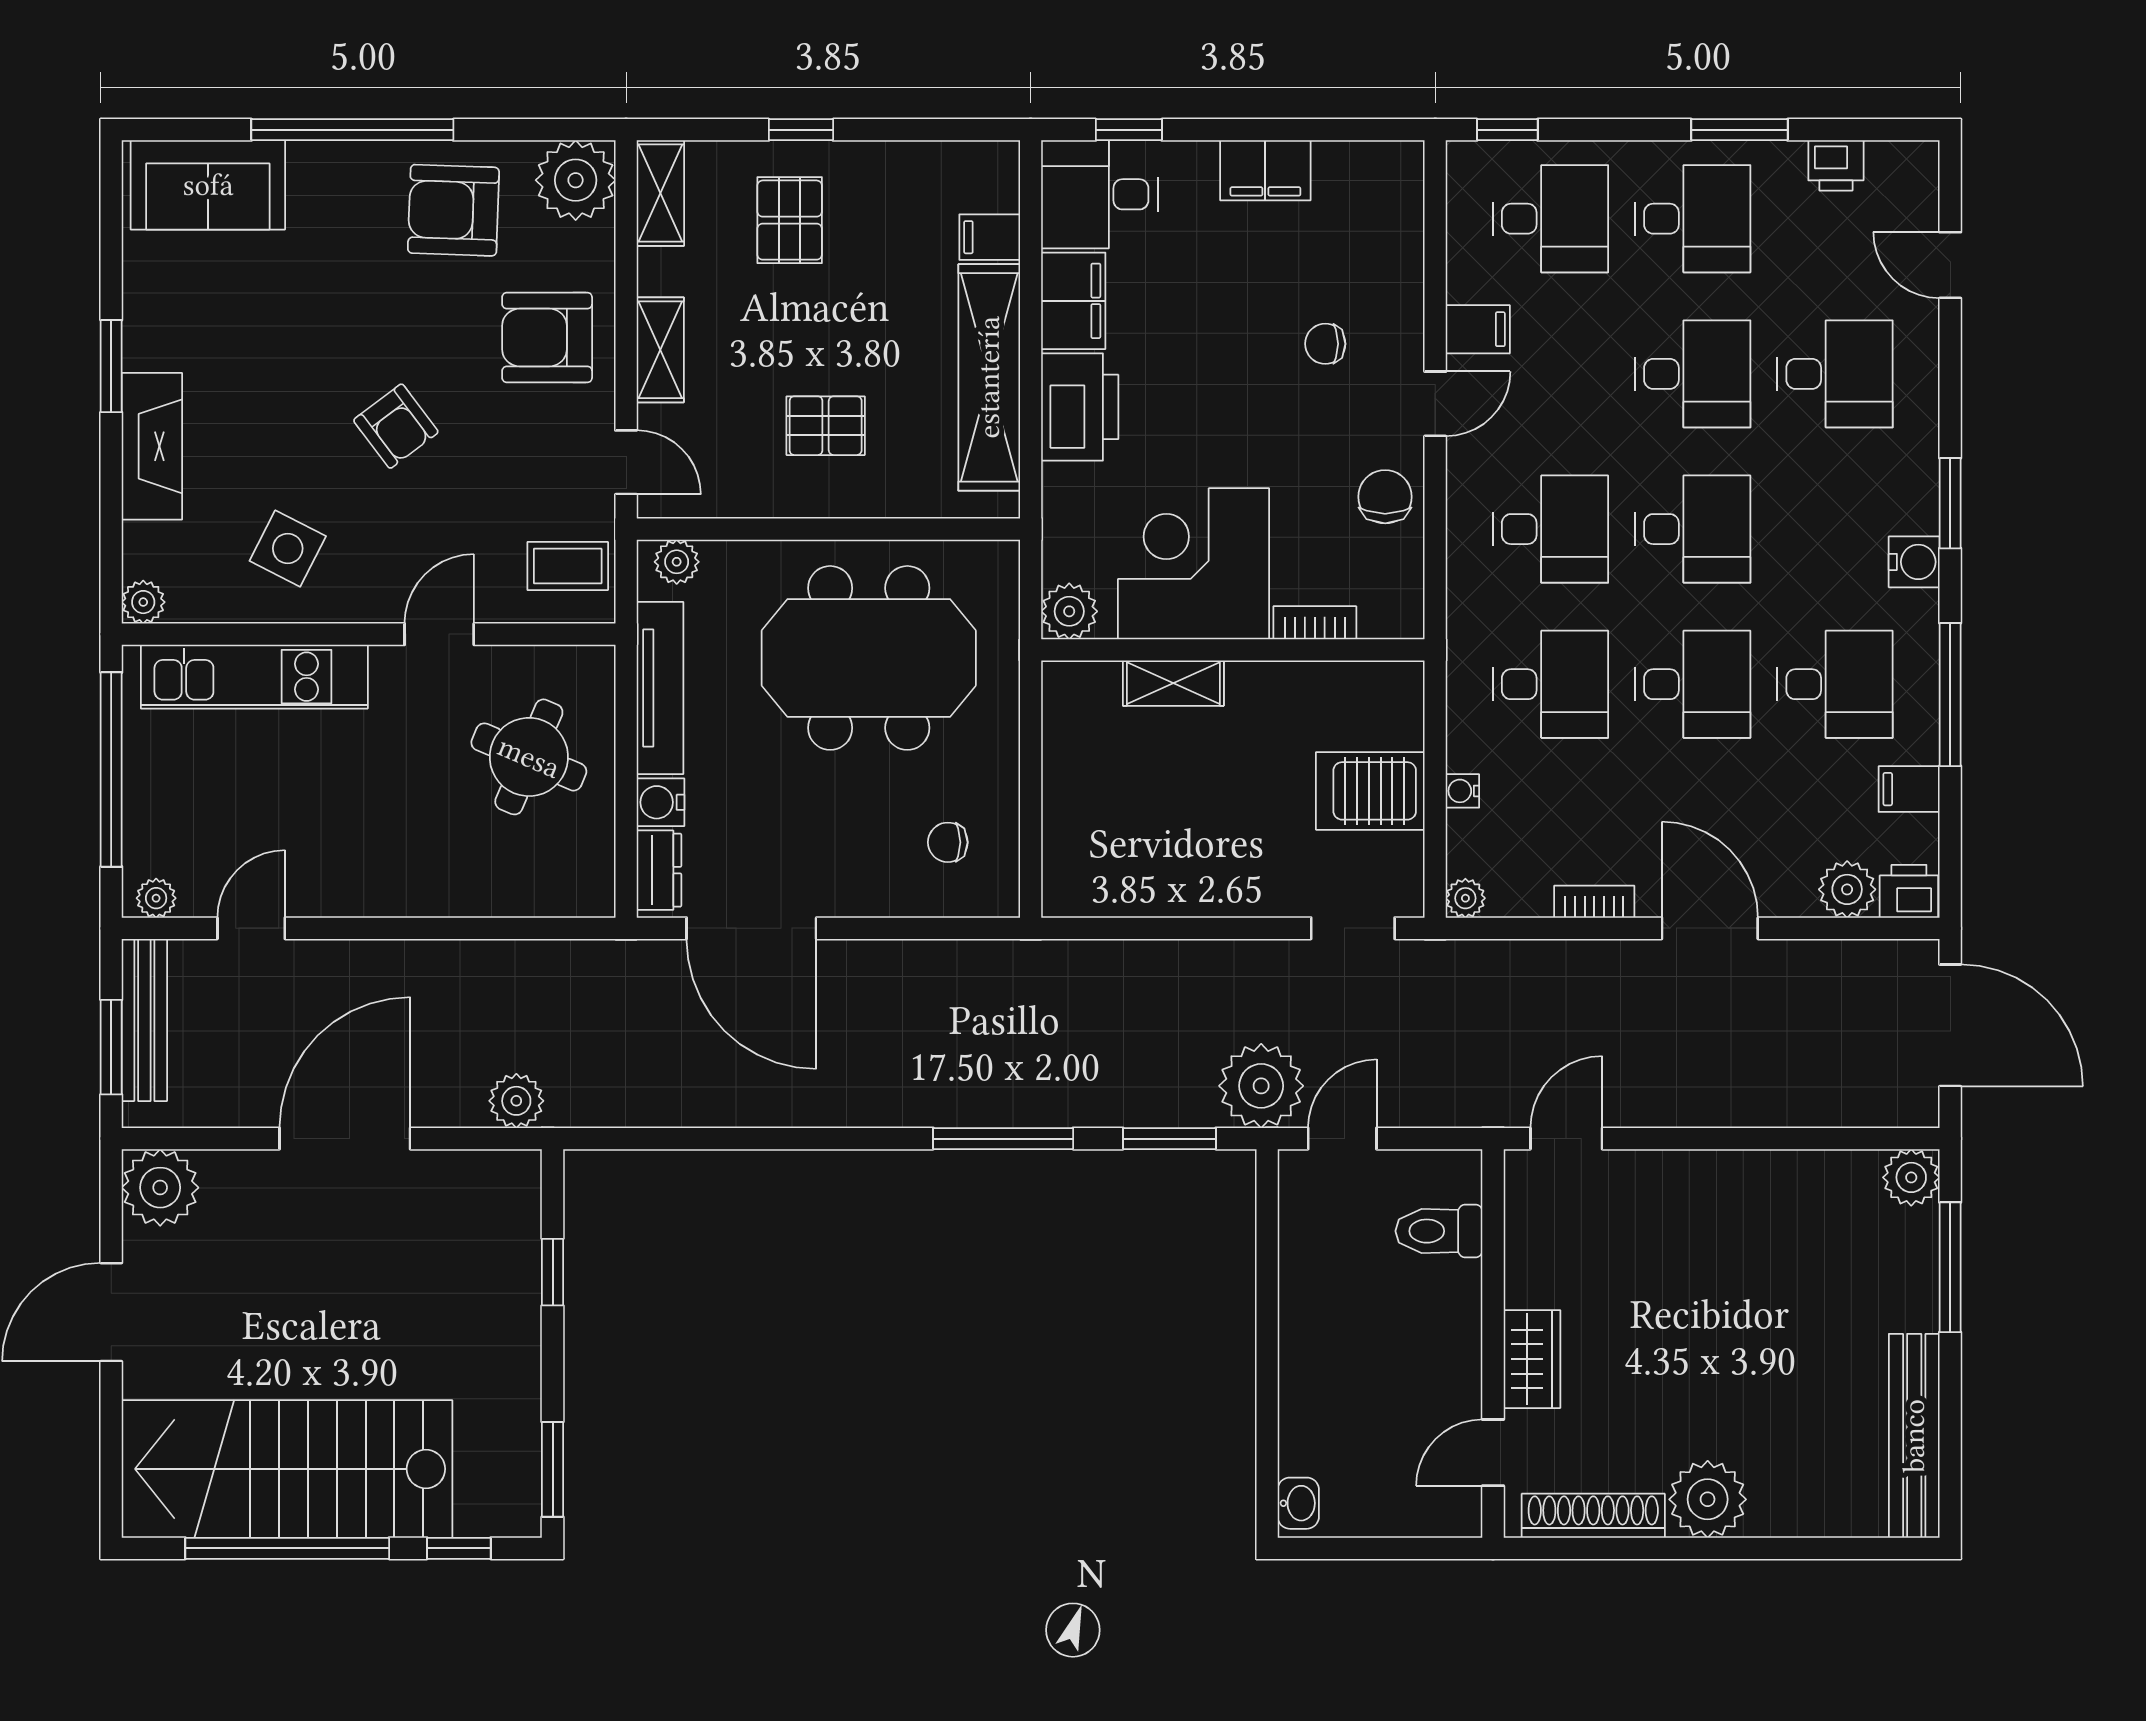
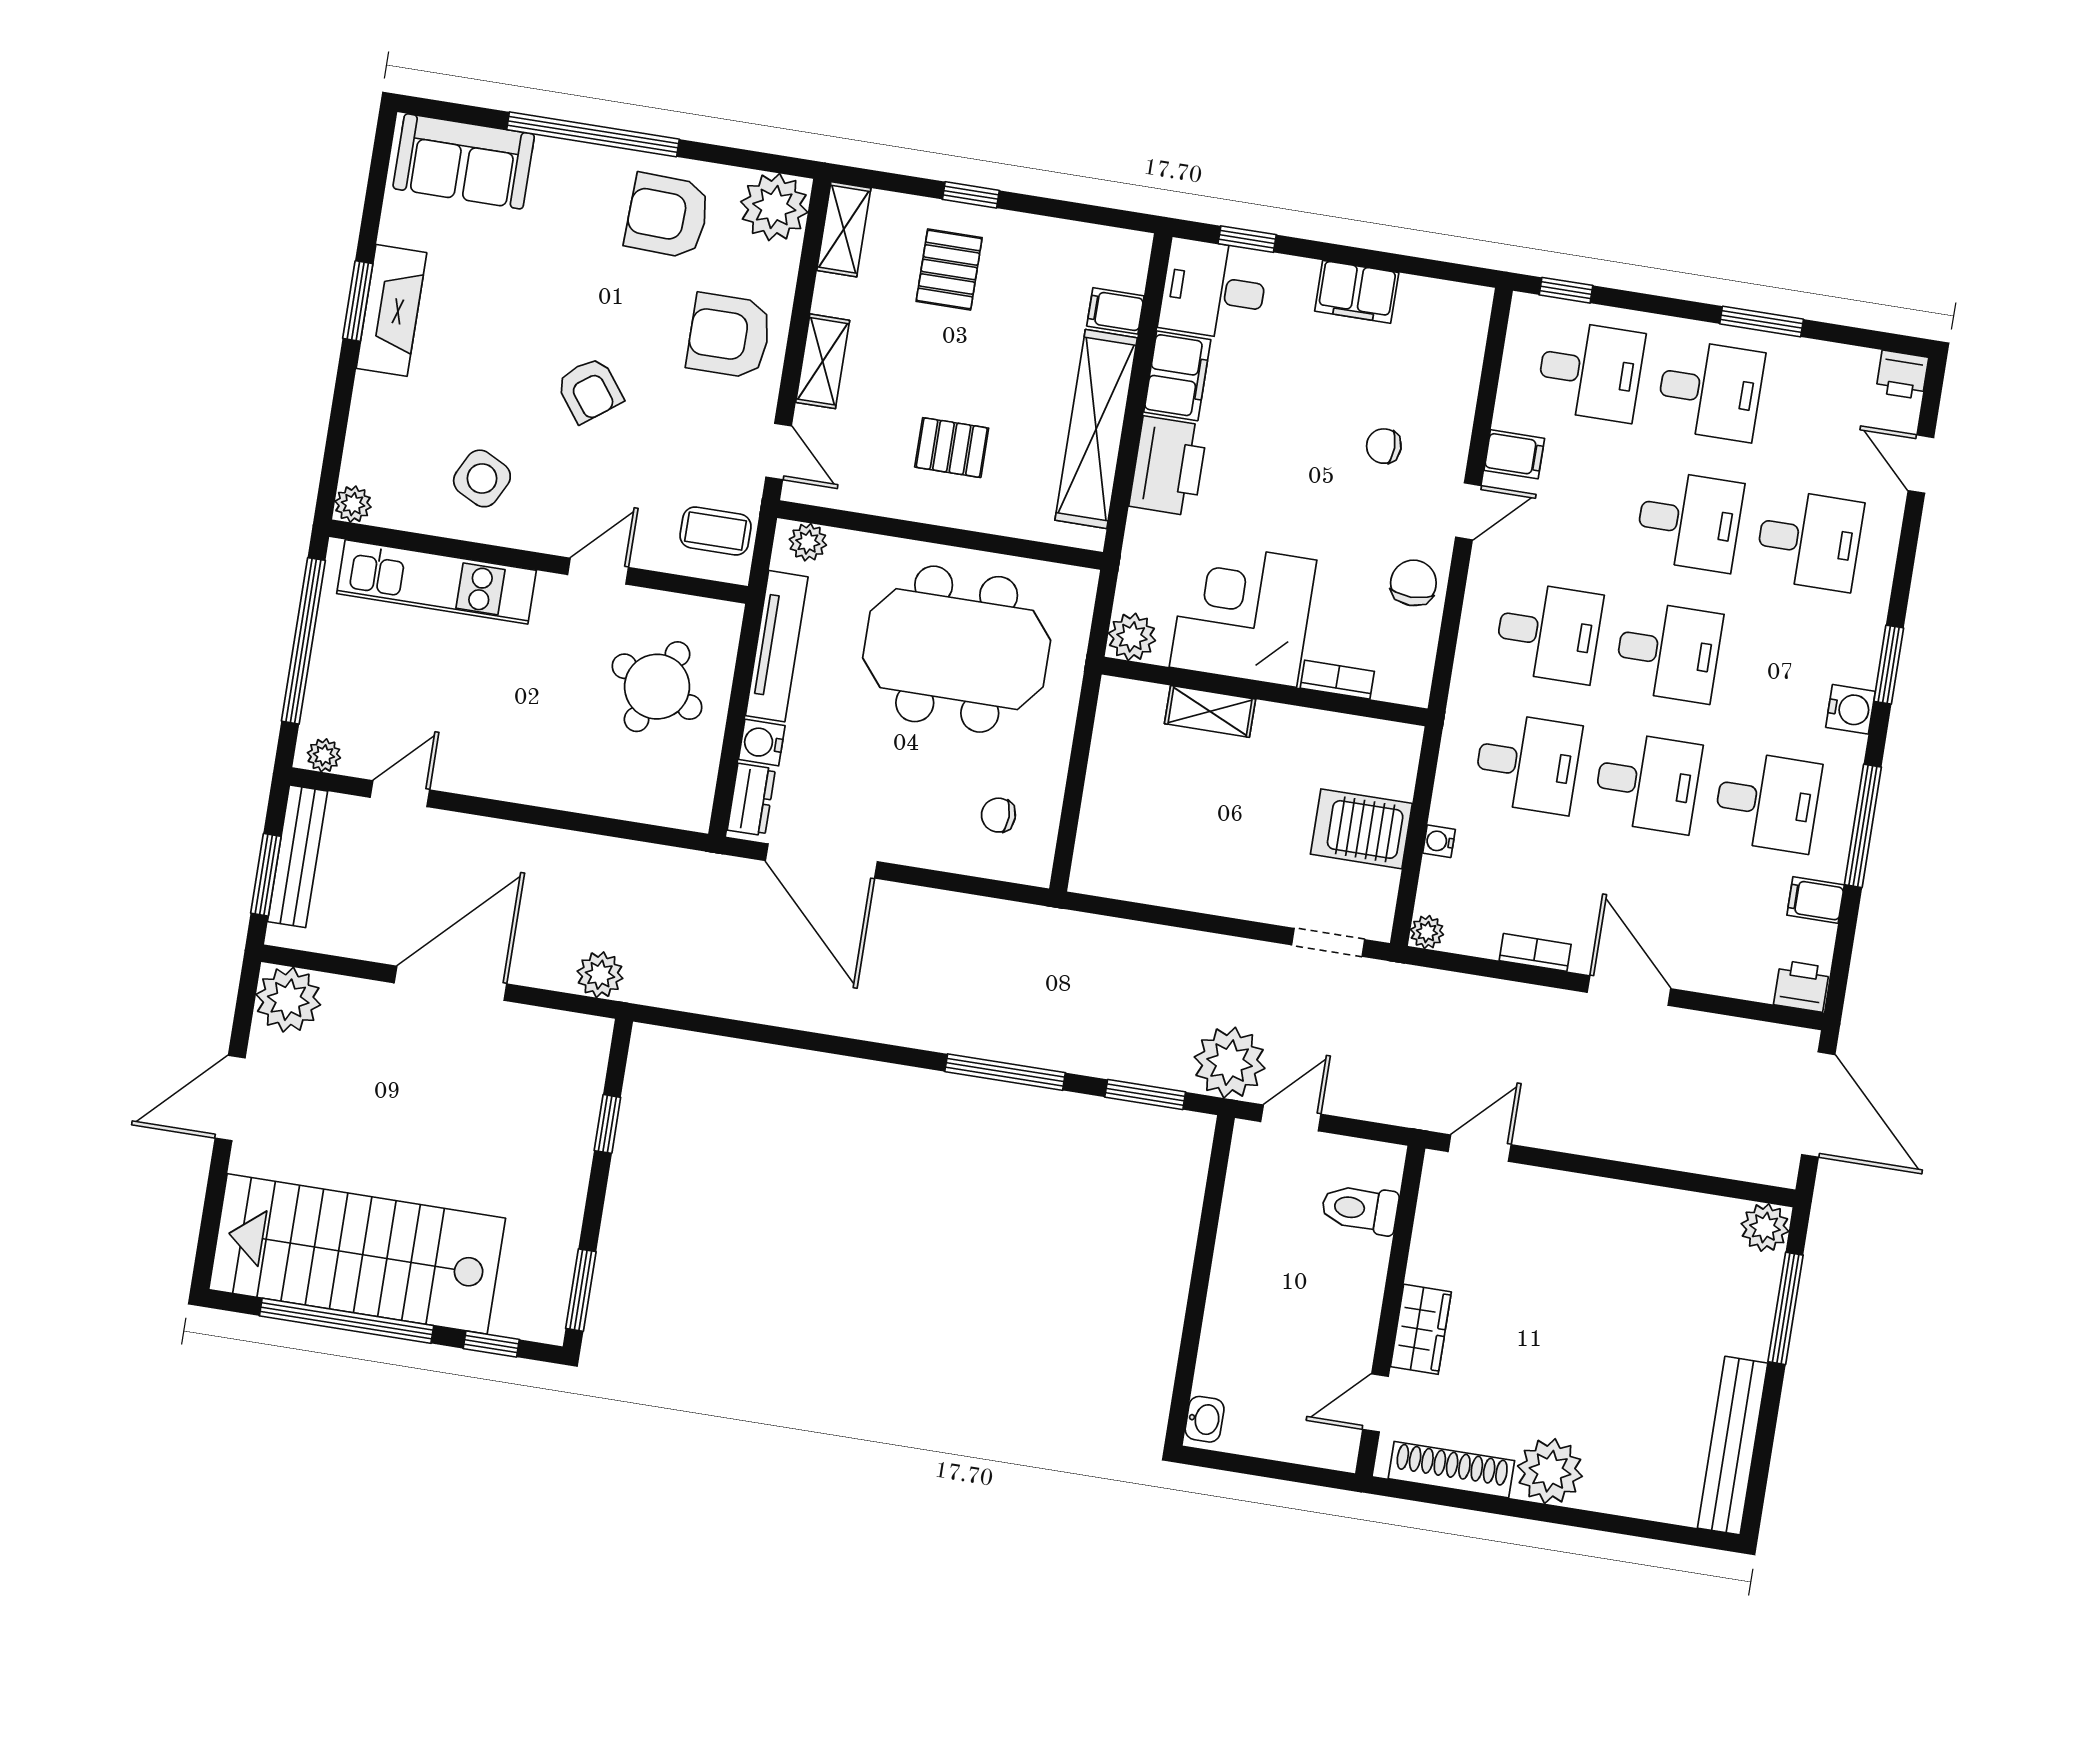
printer: (1836, 165) -> (1902, 375), moved
fireplace: (152, 446) -> (391, 310), moved
plant: (1847, 889) -> (1750, 976), removed

